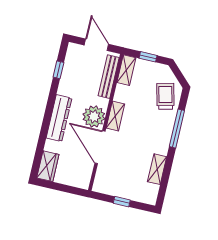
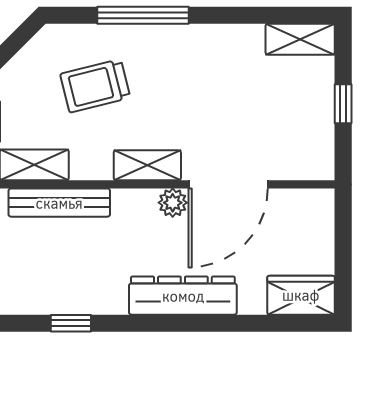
trolley: (165, 96) -> (95, 86), moved
plant: (94, 117) -> (173, 203), width x0.53, depth x0.53
shelving: (157, 169) -> (300, 39), moved

